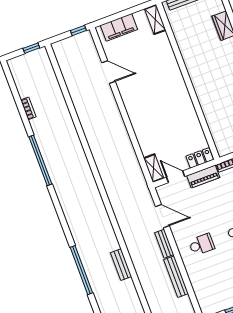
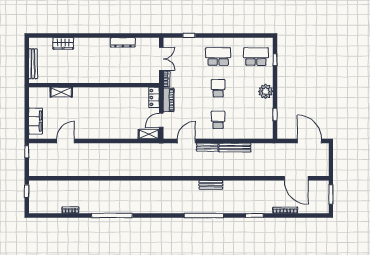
shelving: (155, 19) -> (61, 92), moved

